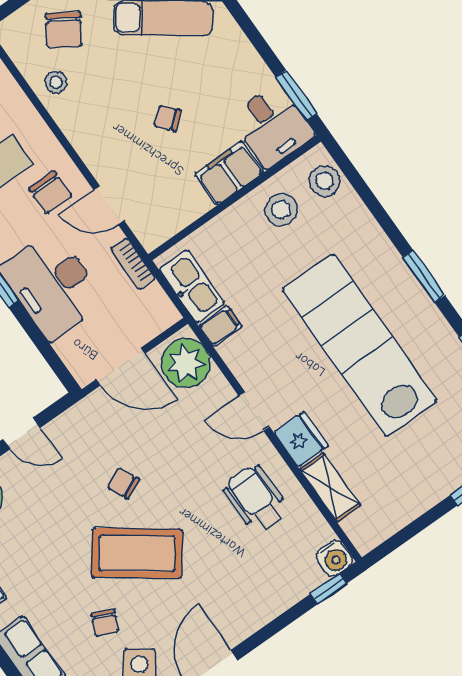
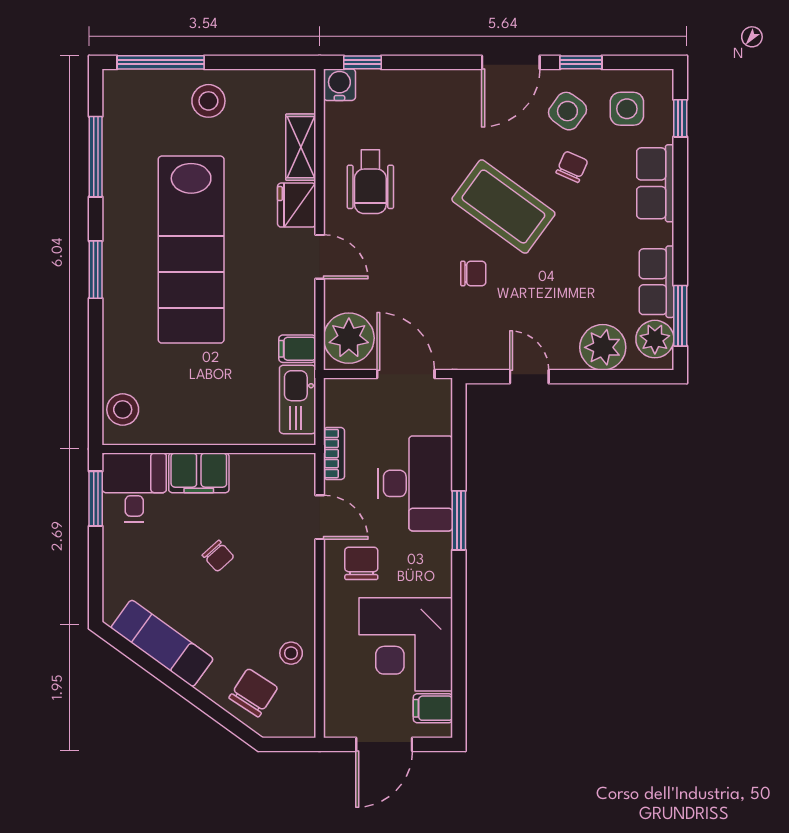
stool: (281, 210) -> (208, 101), moved
chair: (123, 483) -> (473, 274), turned -64

